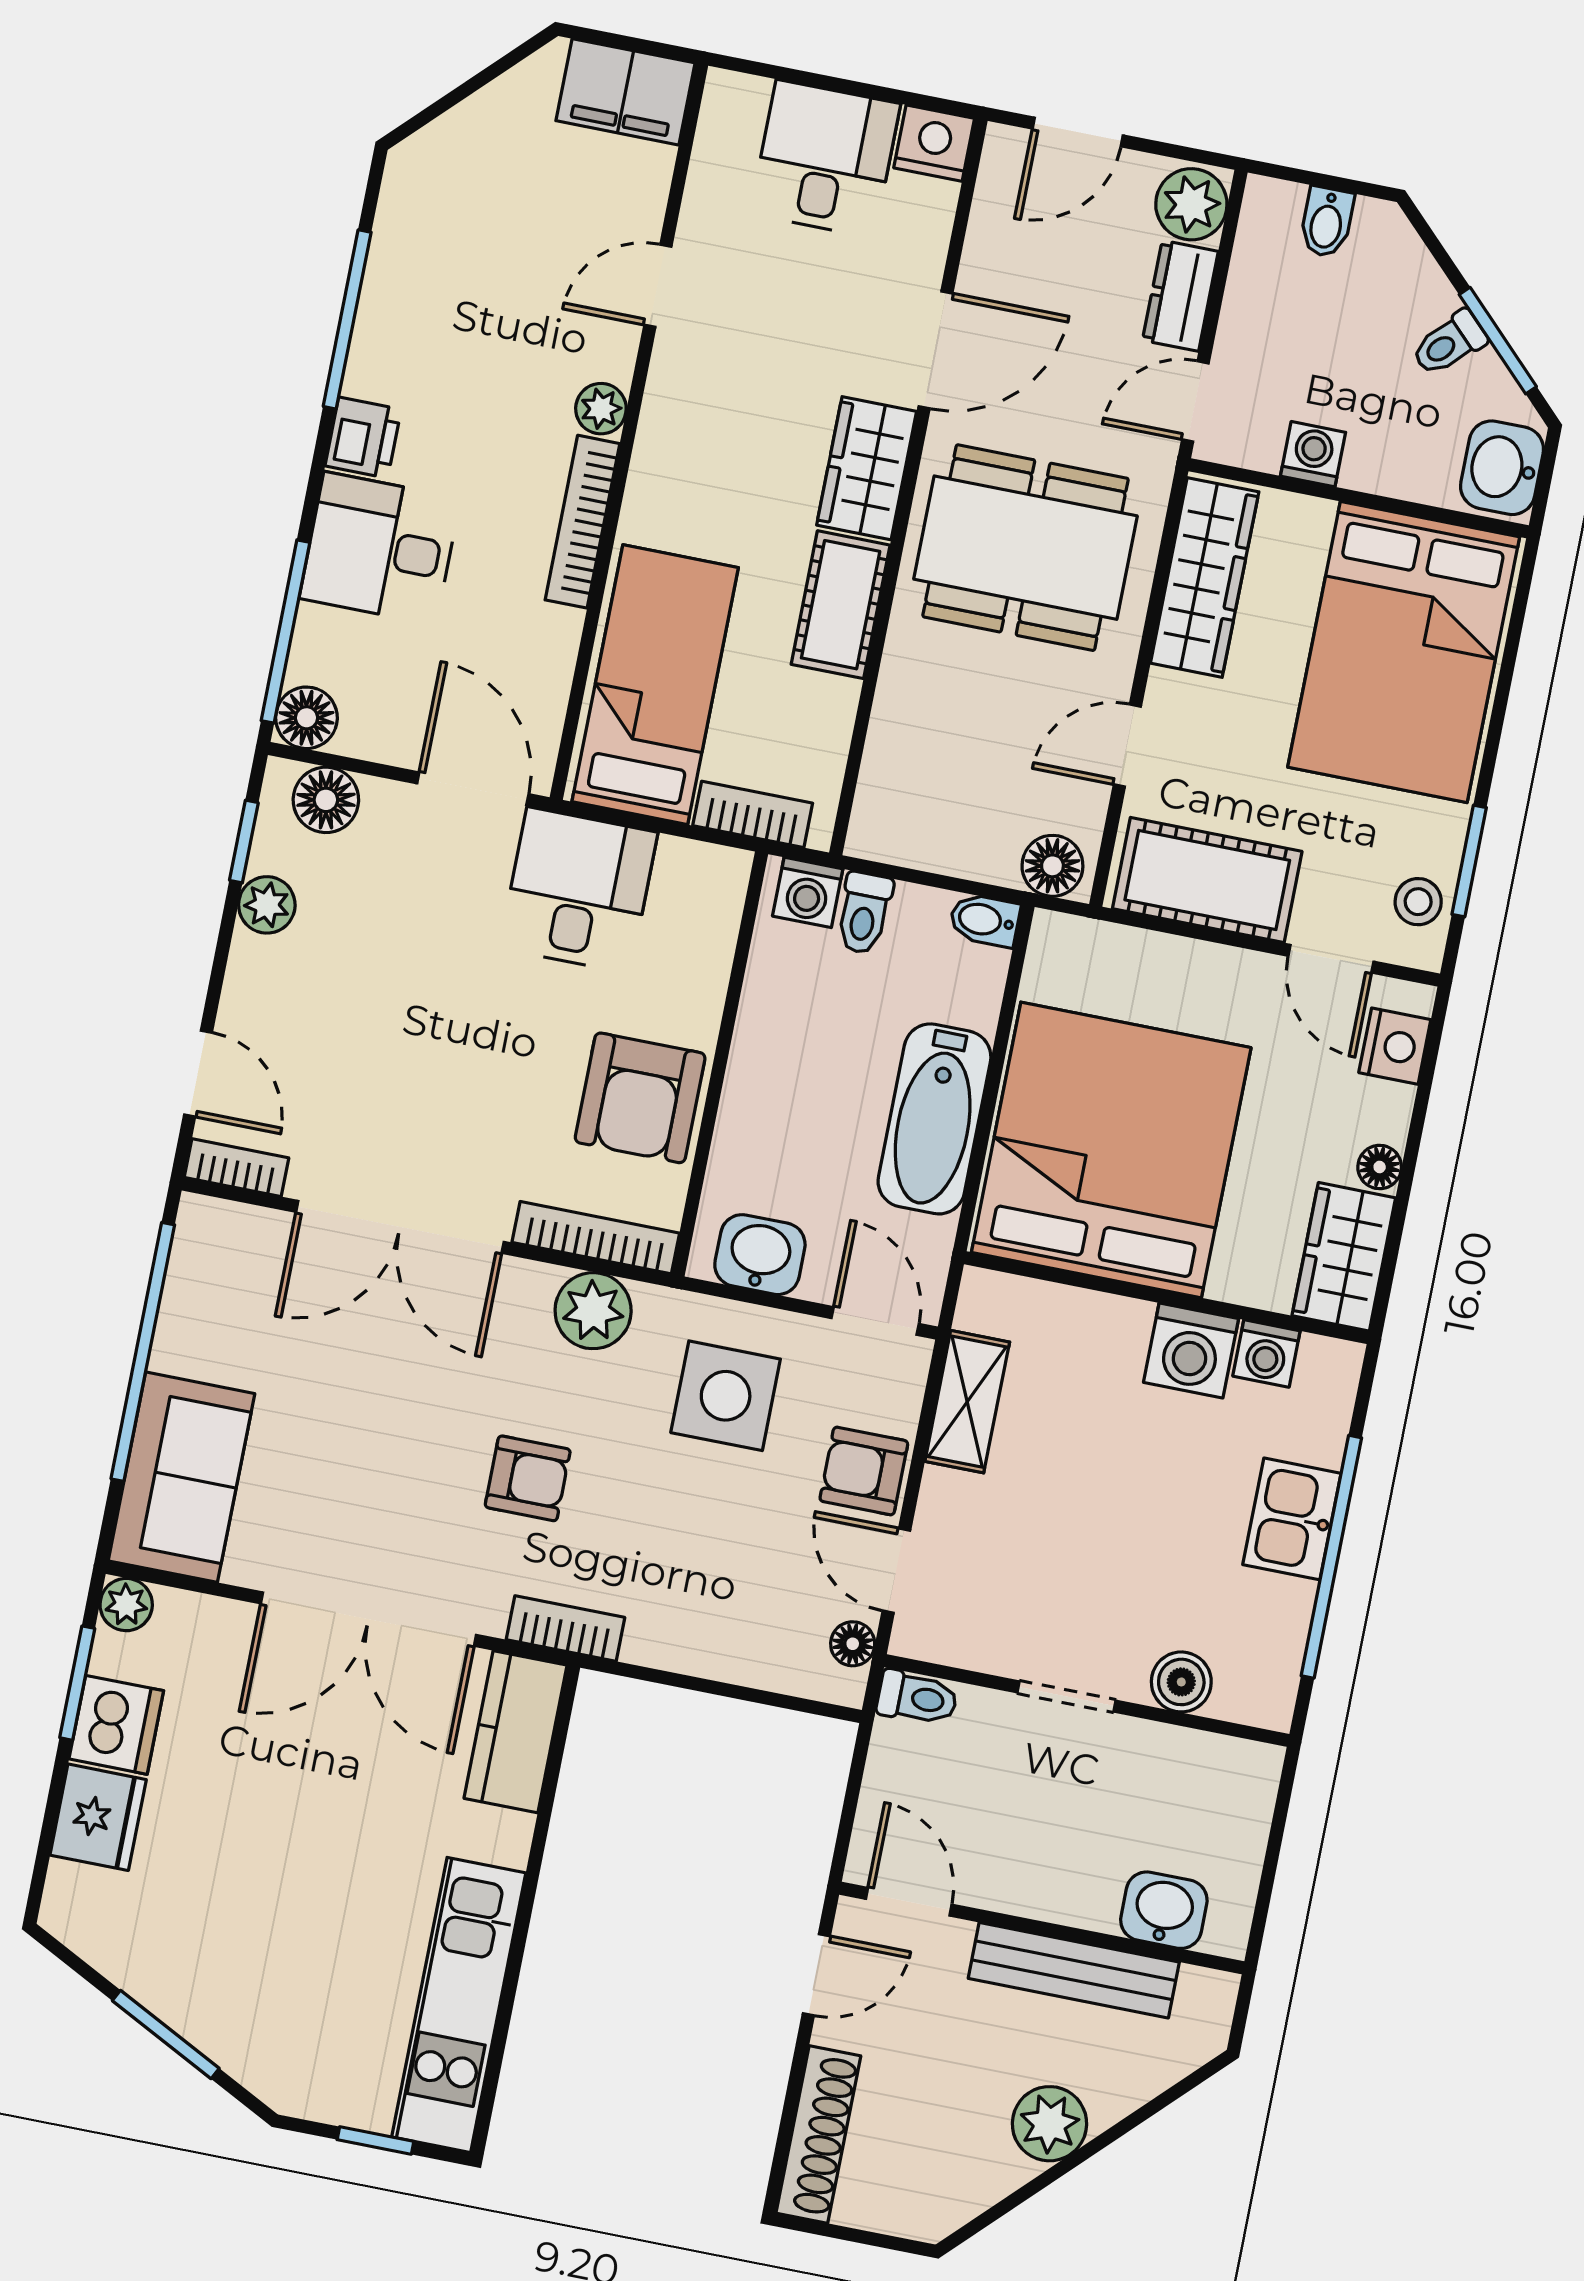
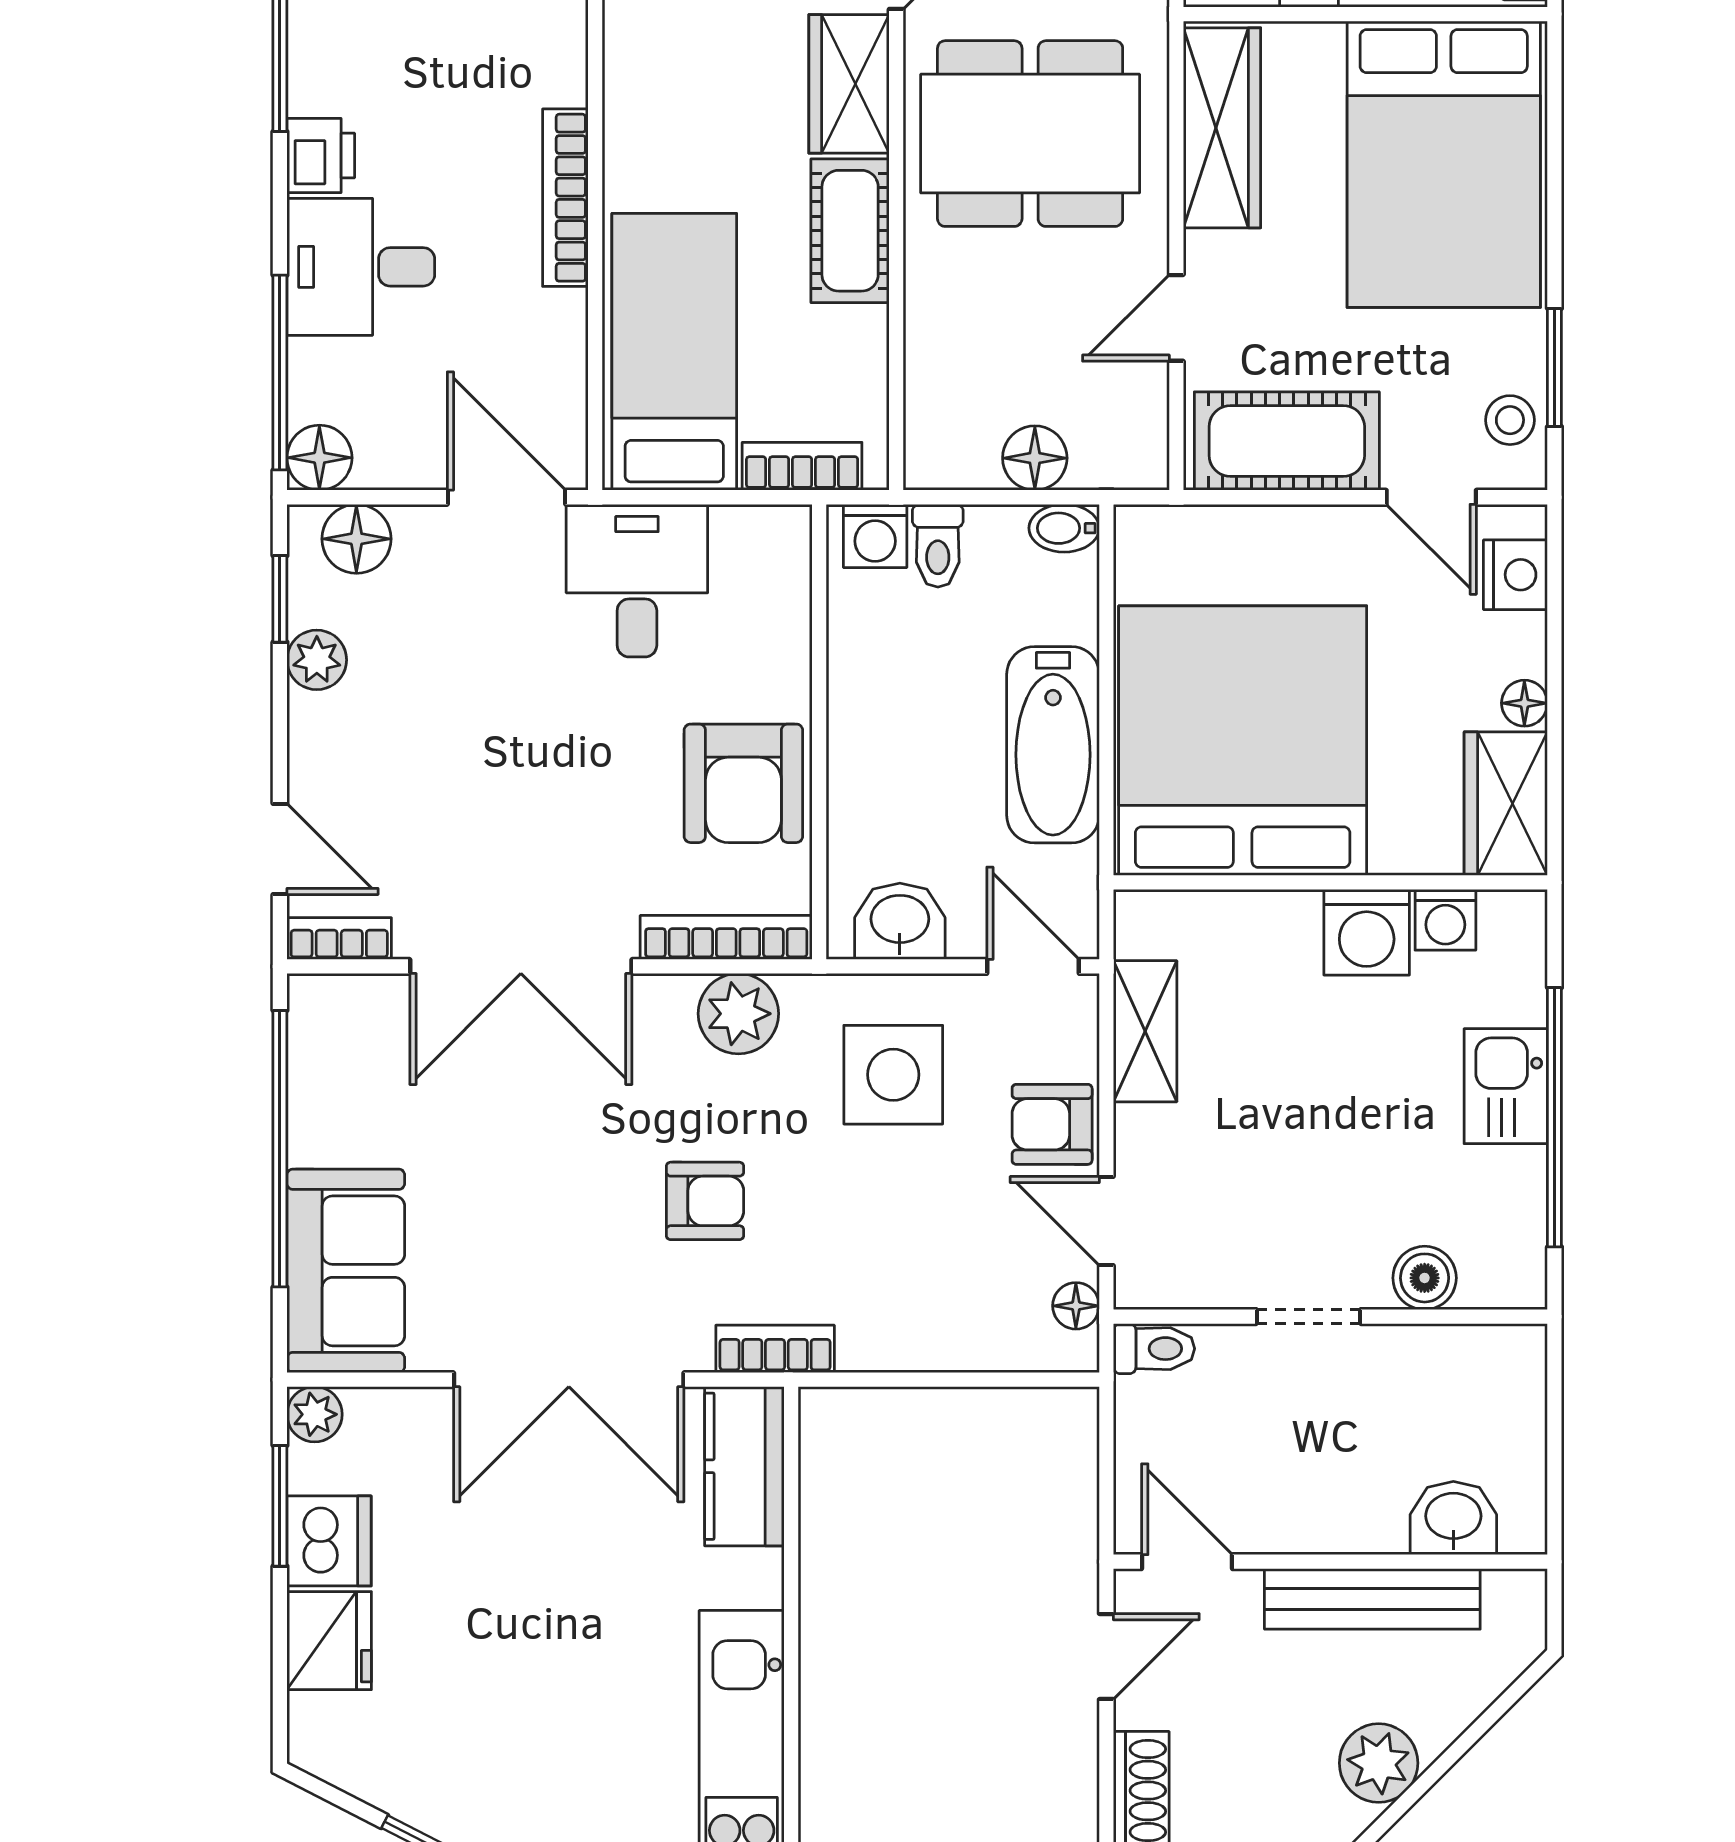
plant: (601, 409) -> (561, 77), removed
floor lamp: (1052, 866) -> (1035, 458), moved

